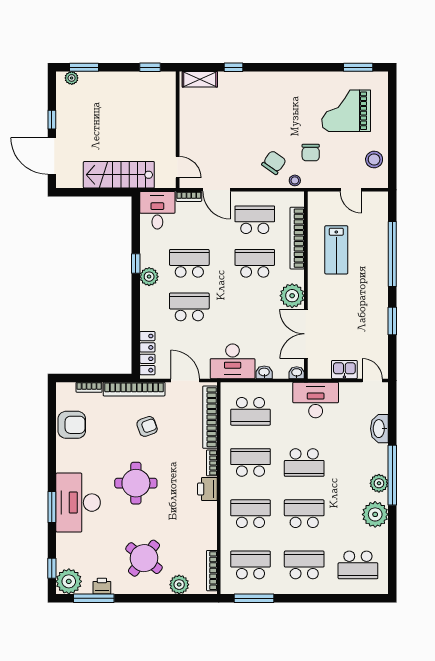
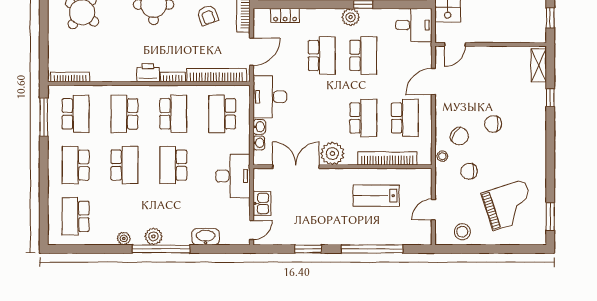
grand piano: (346, 111) -> (509, 205), turned 72
chair: (261, 127) -> (493, 124), added
bookcase: (189, 196) -> (427, 55), removed
locker: (147, 353) -> (285, 15), width x0.66
washbasin: (297, 373) -> (259, 143), moved
school desk: (251, 514) -> (124, 114), turned 180
plant: (375, 514) -> (124, 238), width x0.53, depth x0.53
school desk: (304, 565) -> (76, 165), turned 180
plant: (179, 585) -> (57, 46), removed

